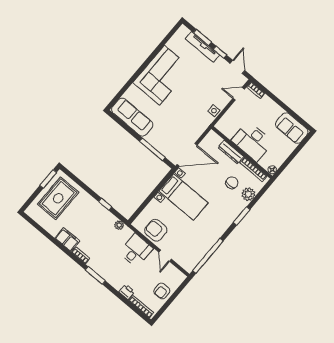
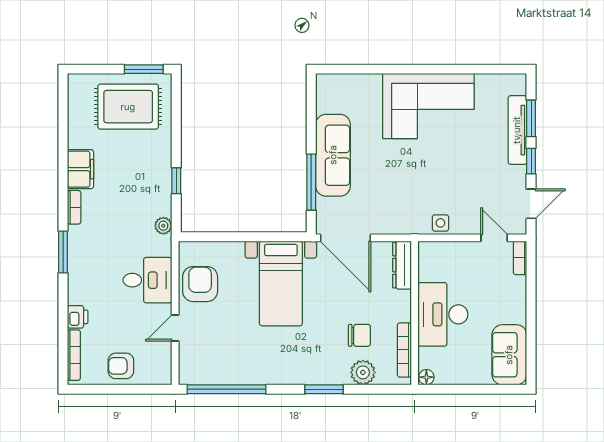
sofa: (132, 117) -> (333, 155), moved
dresser: (231, 152) -> (402, 265), moved

